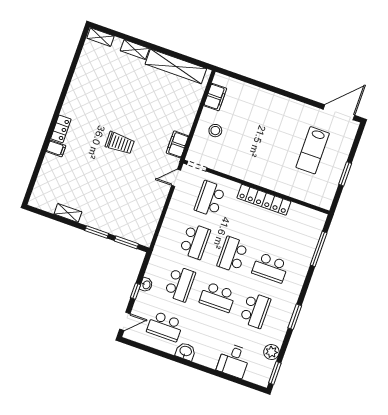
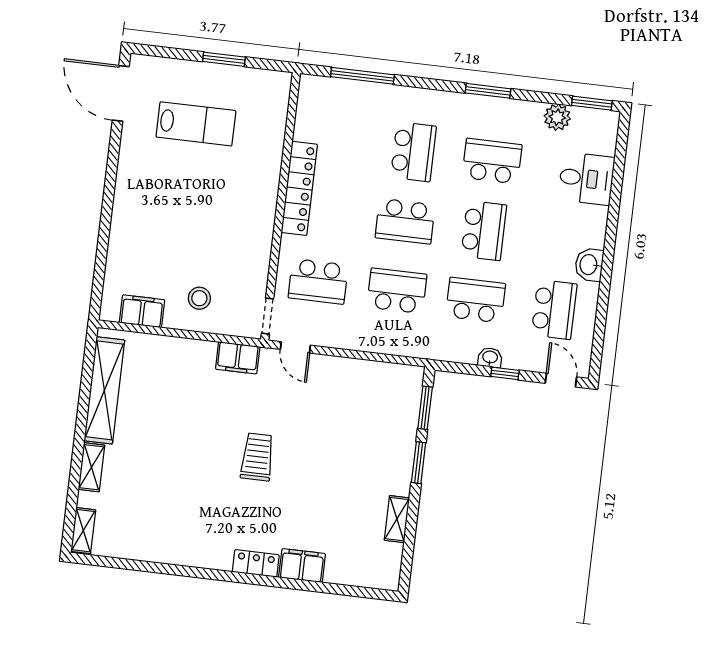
filing cabinet: (56, 148) -> (302, 566), width x2.00

